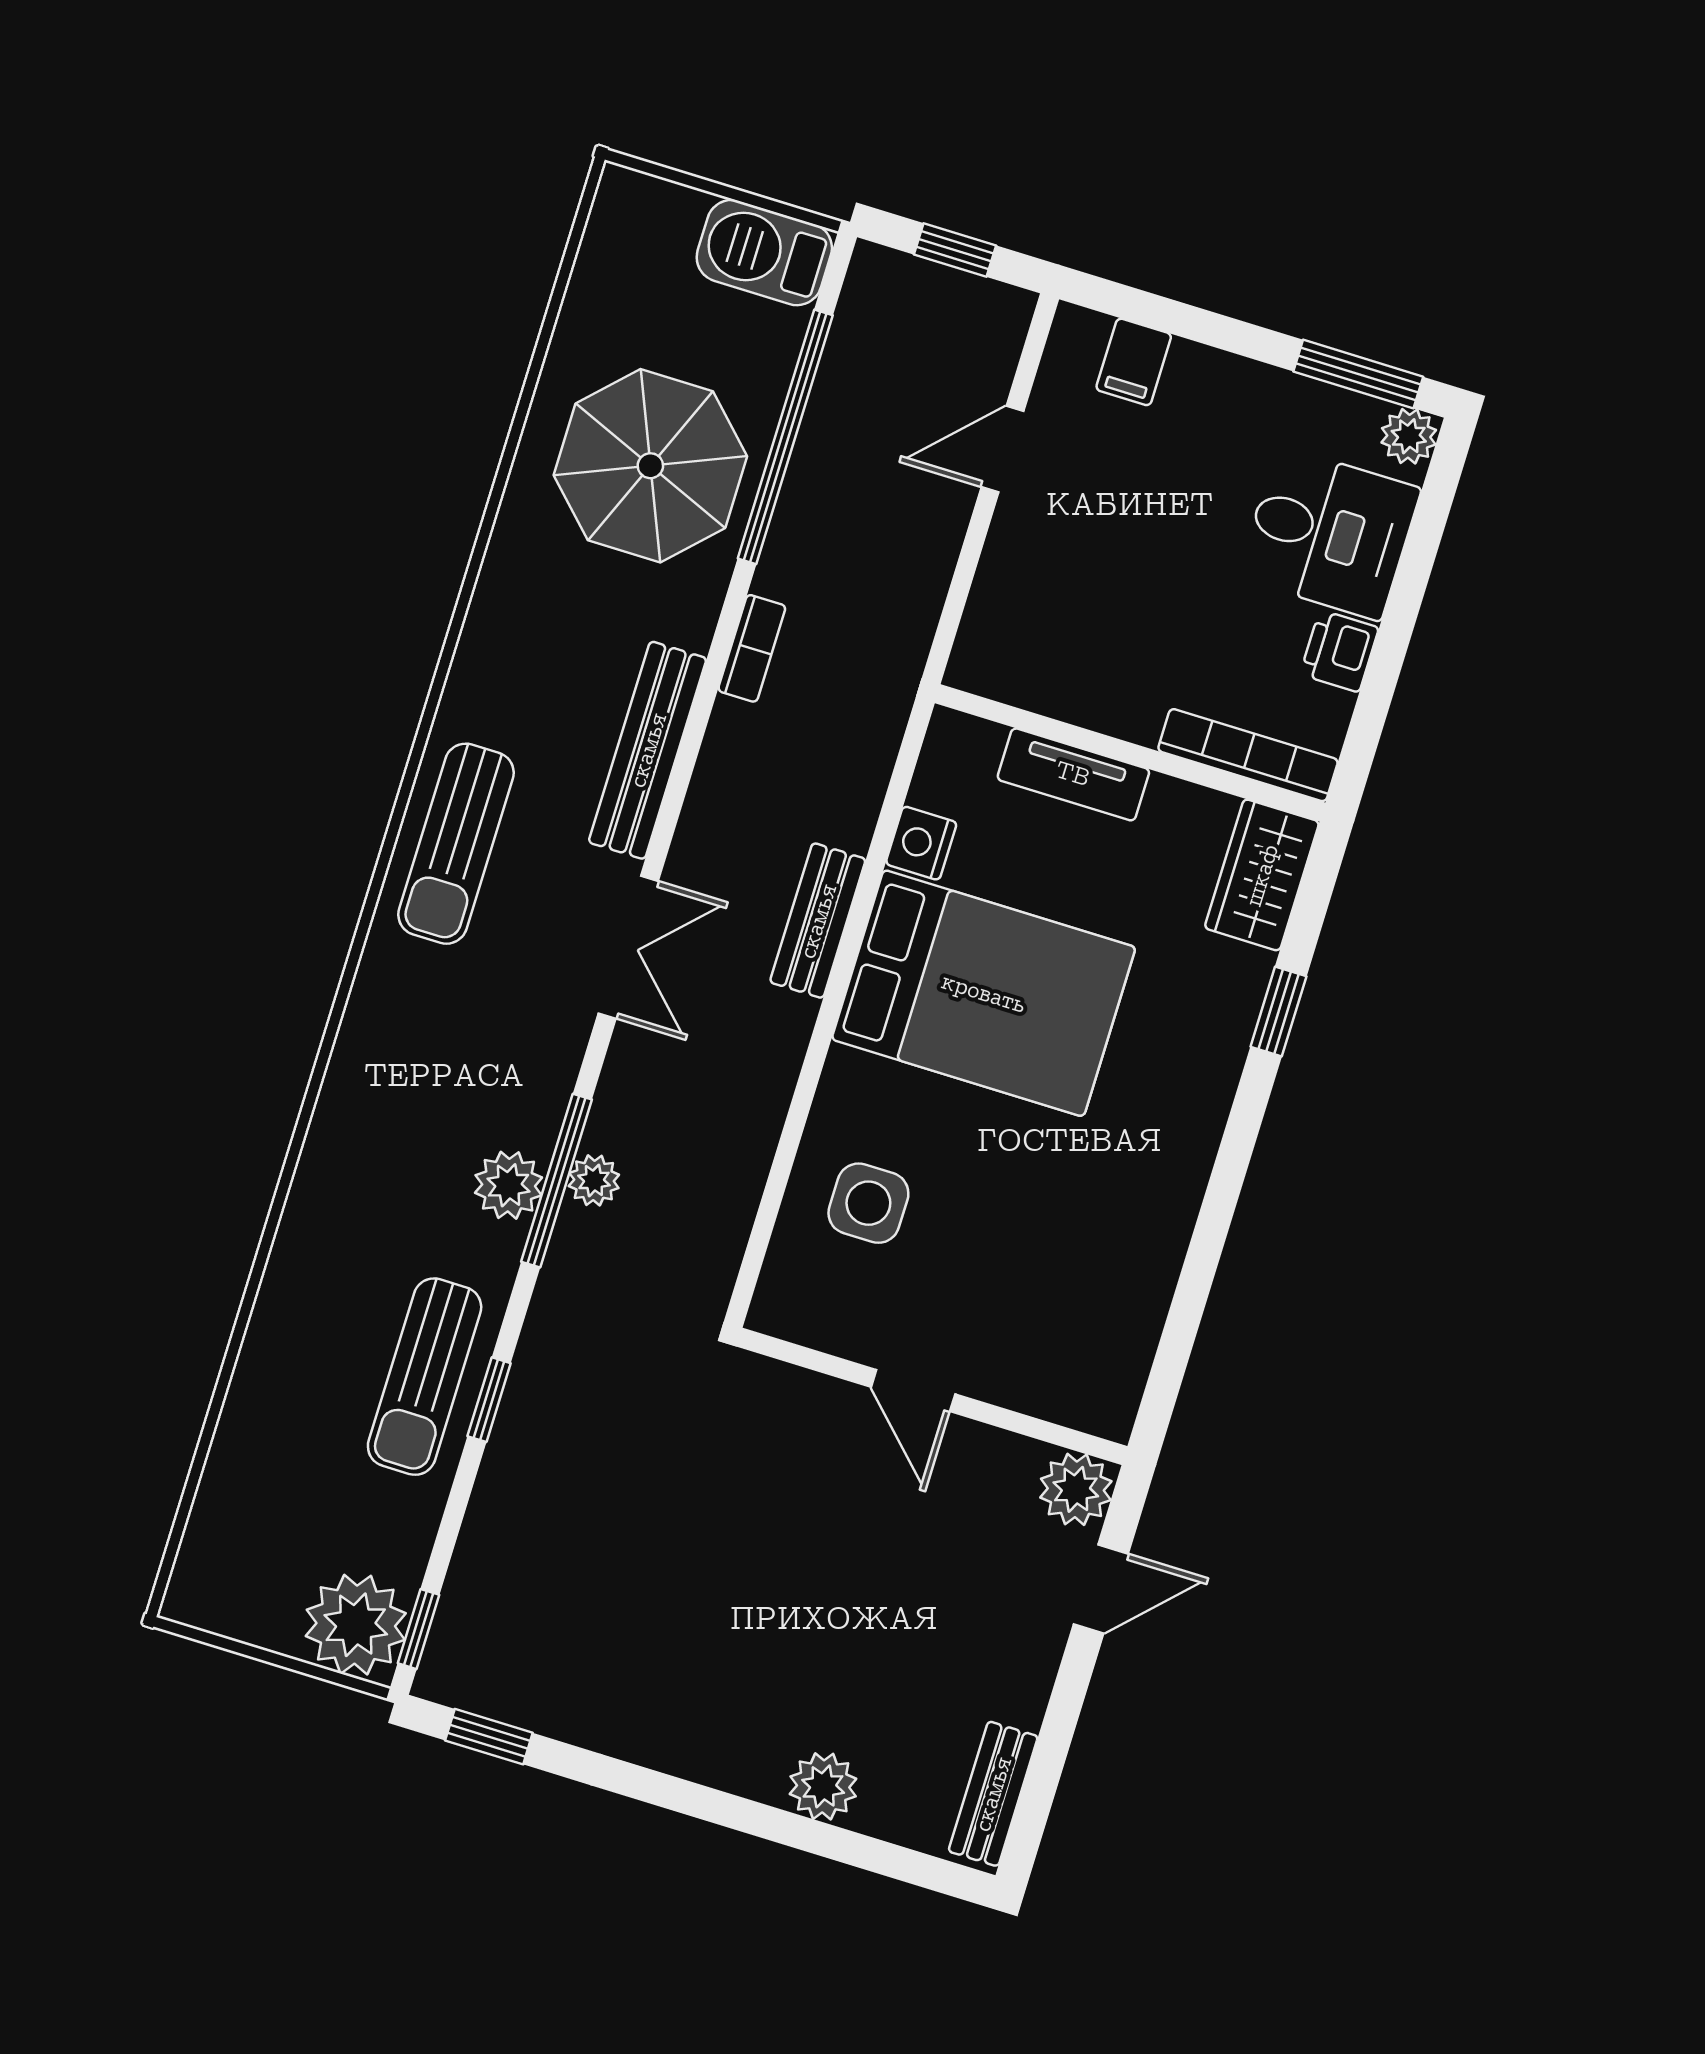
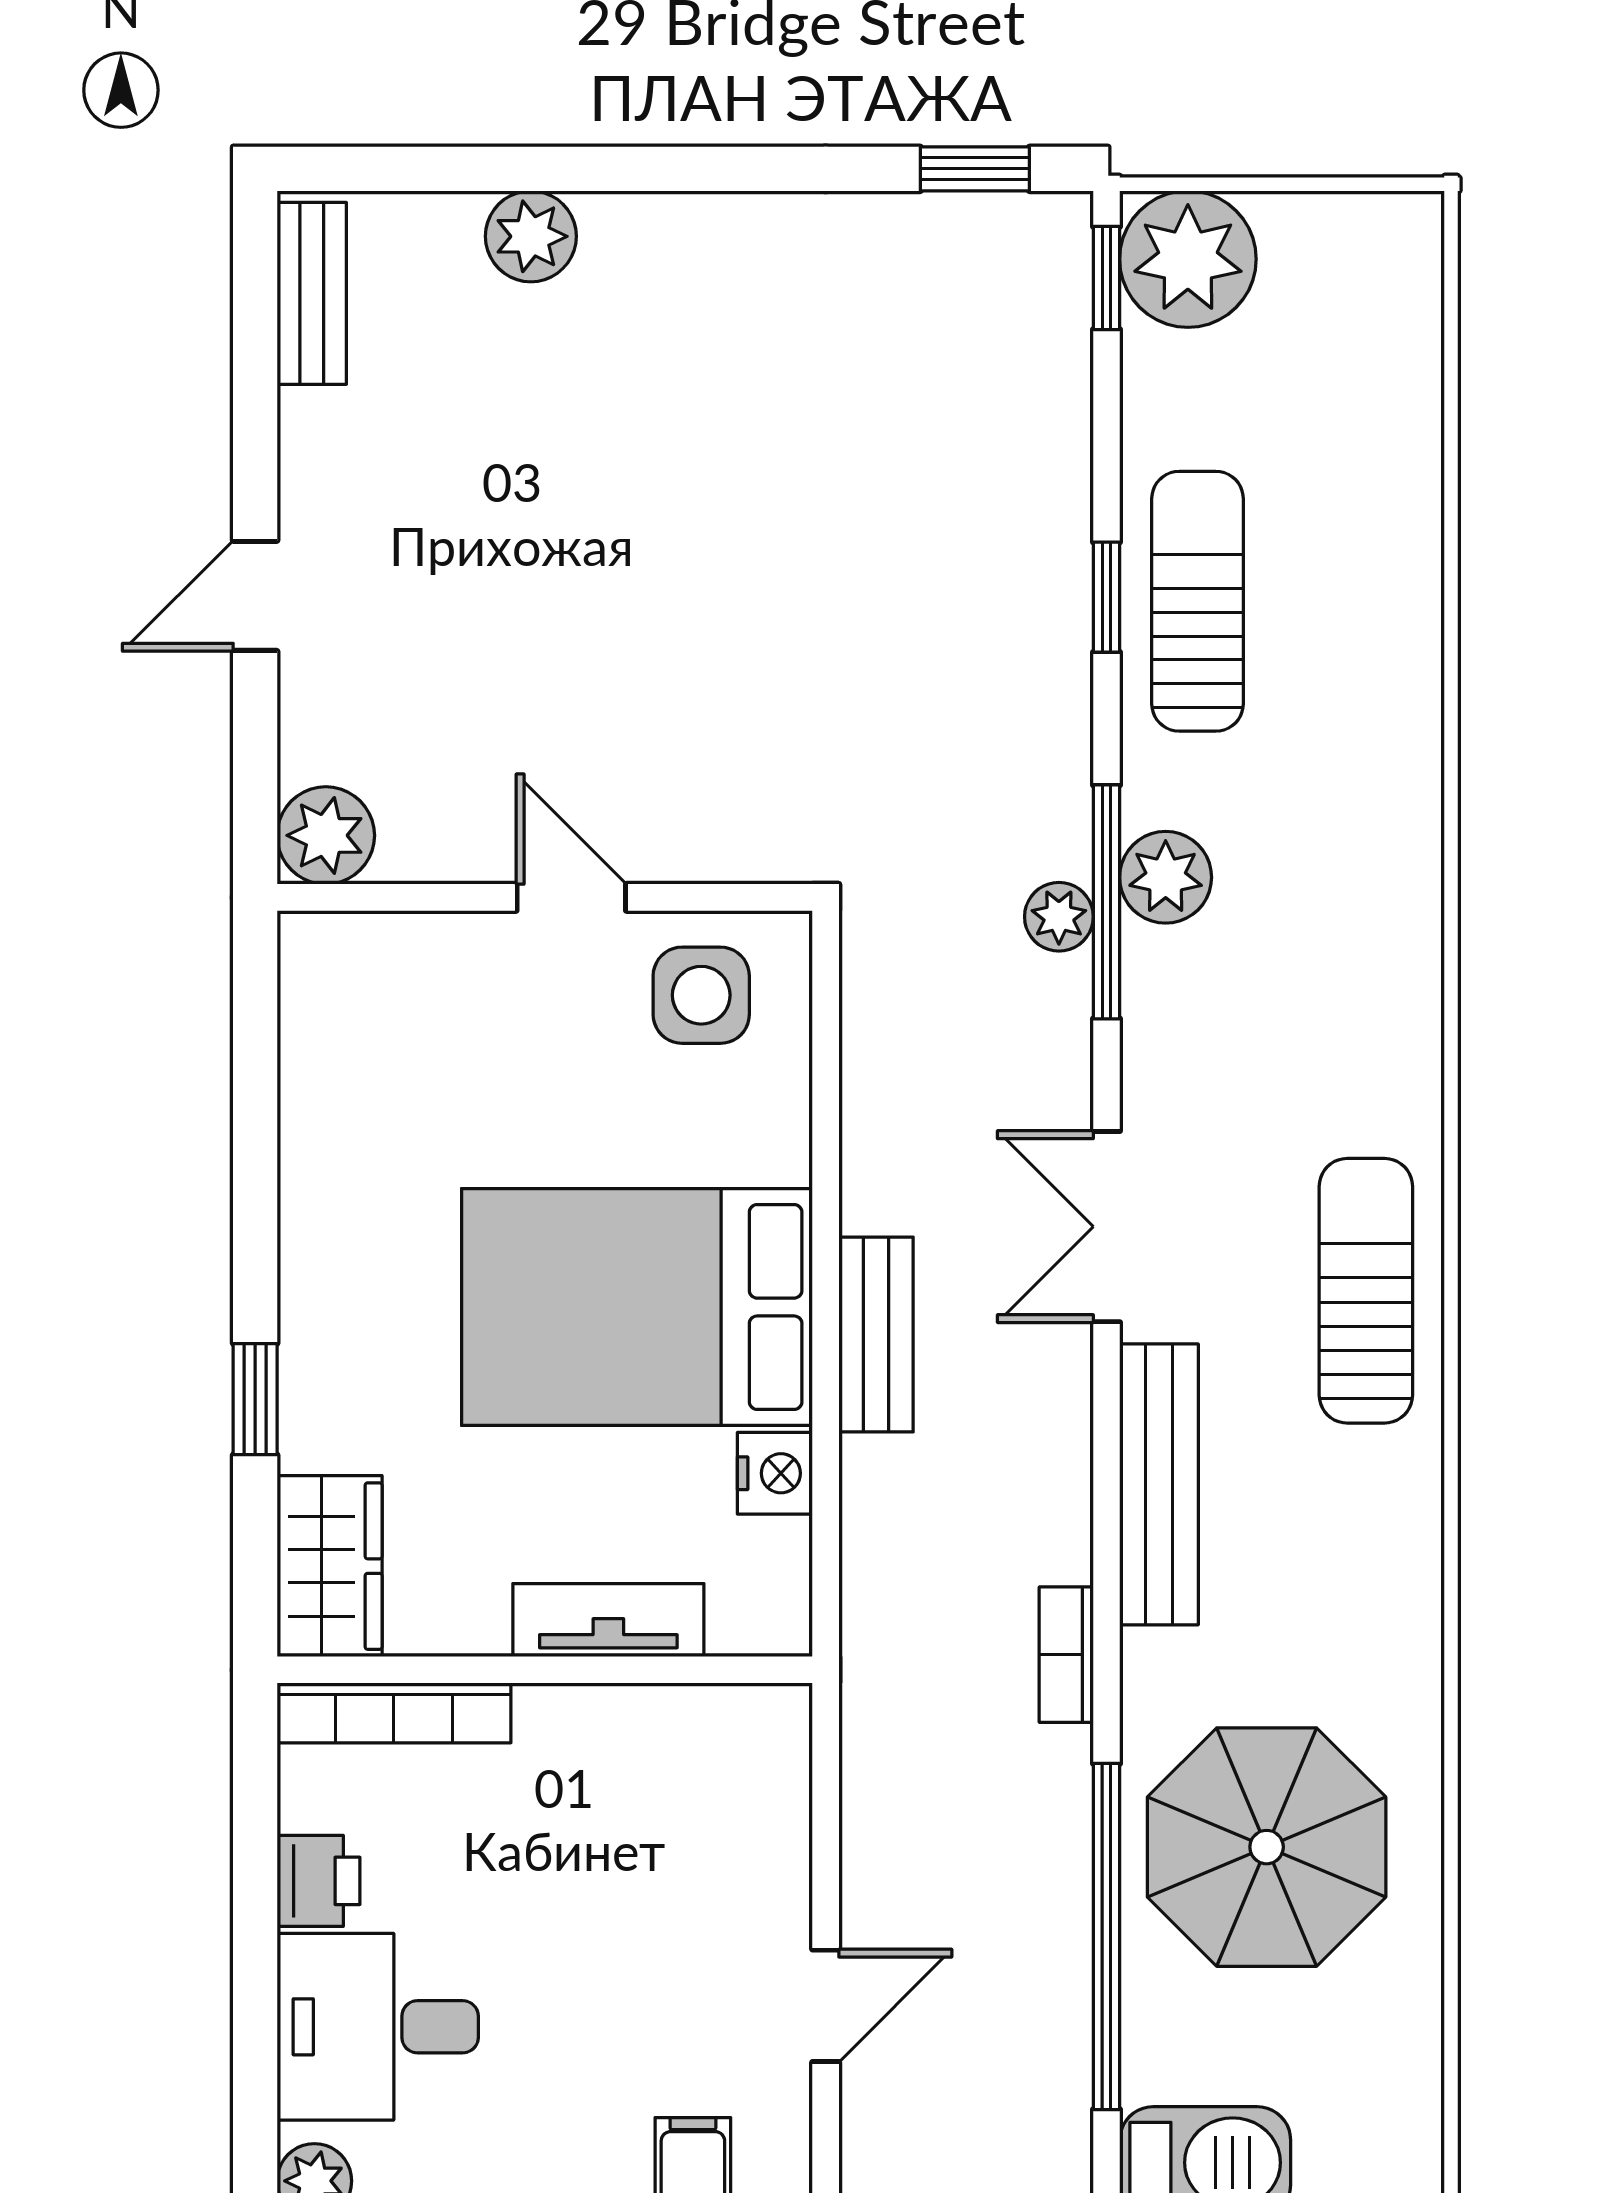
door: (913, 1391) -> (571, 897), moved
wall: (932, 1396) -> (545, 897), moved
plant: (1076, 1489) -> (326, 835), moved

